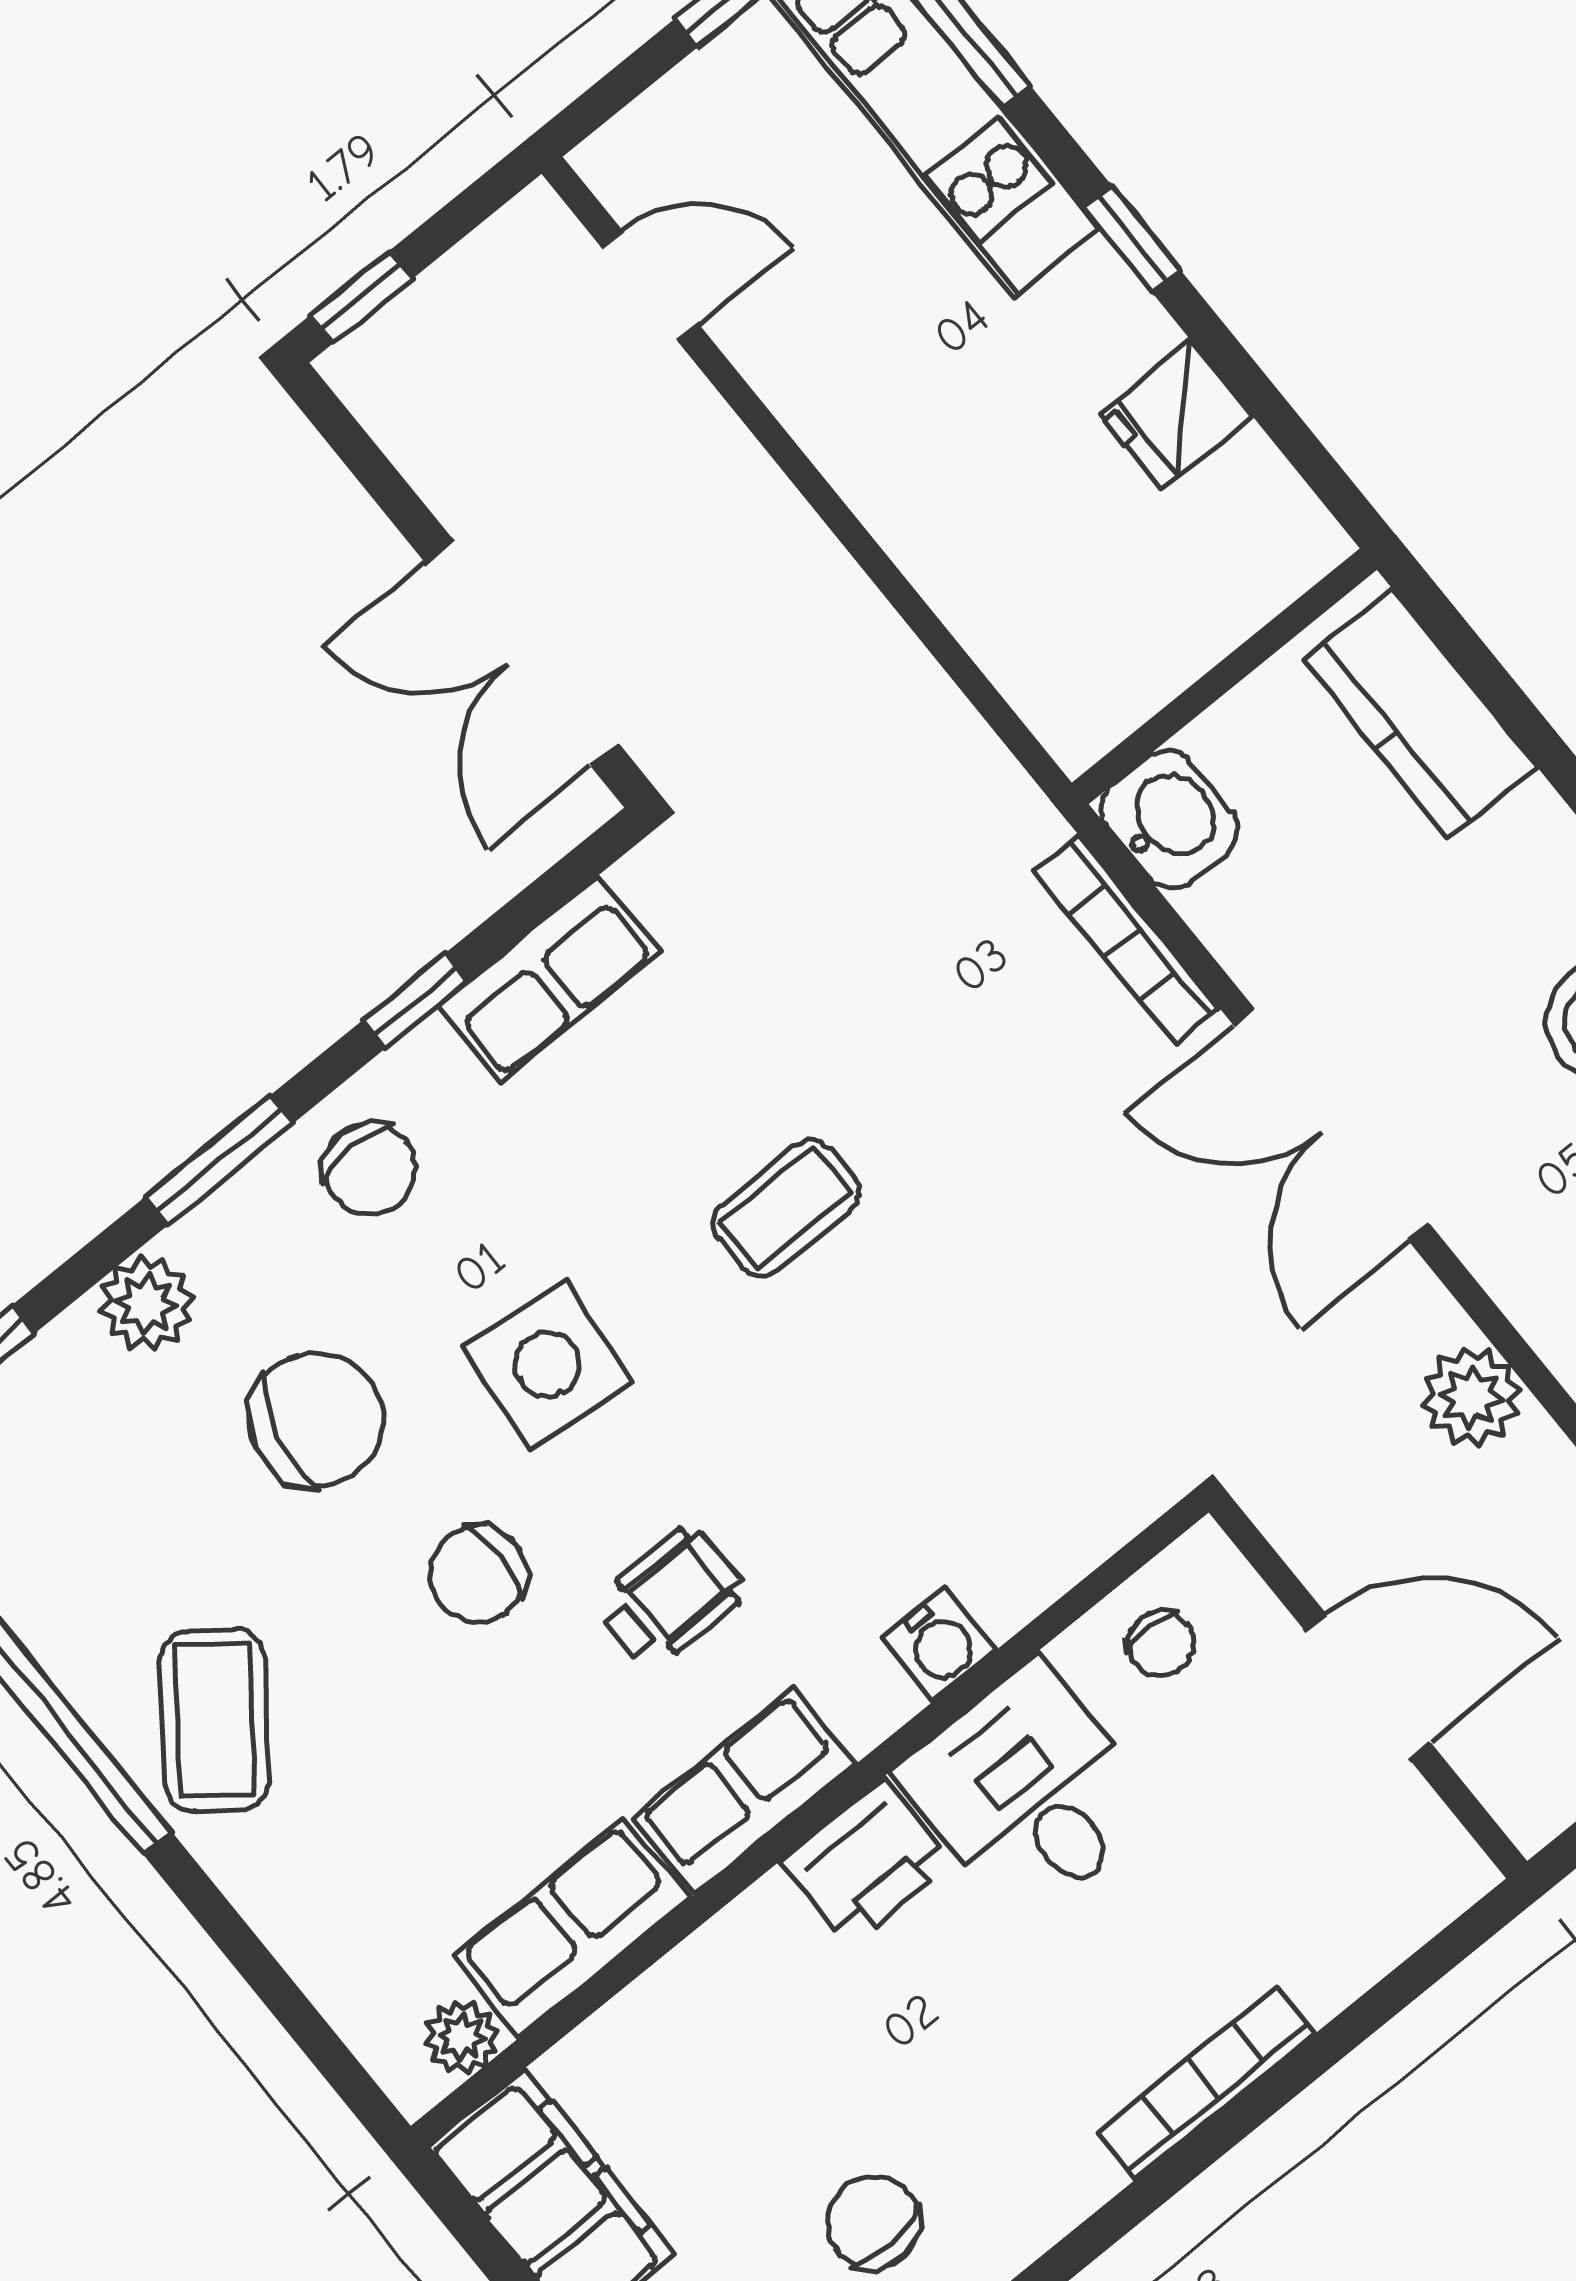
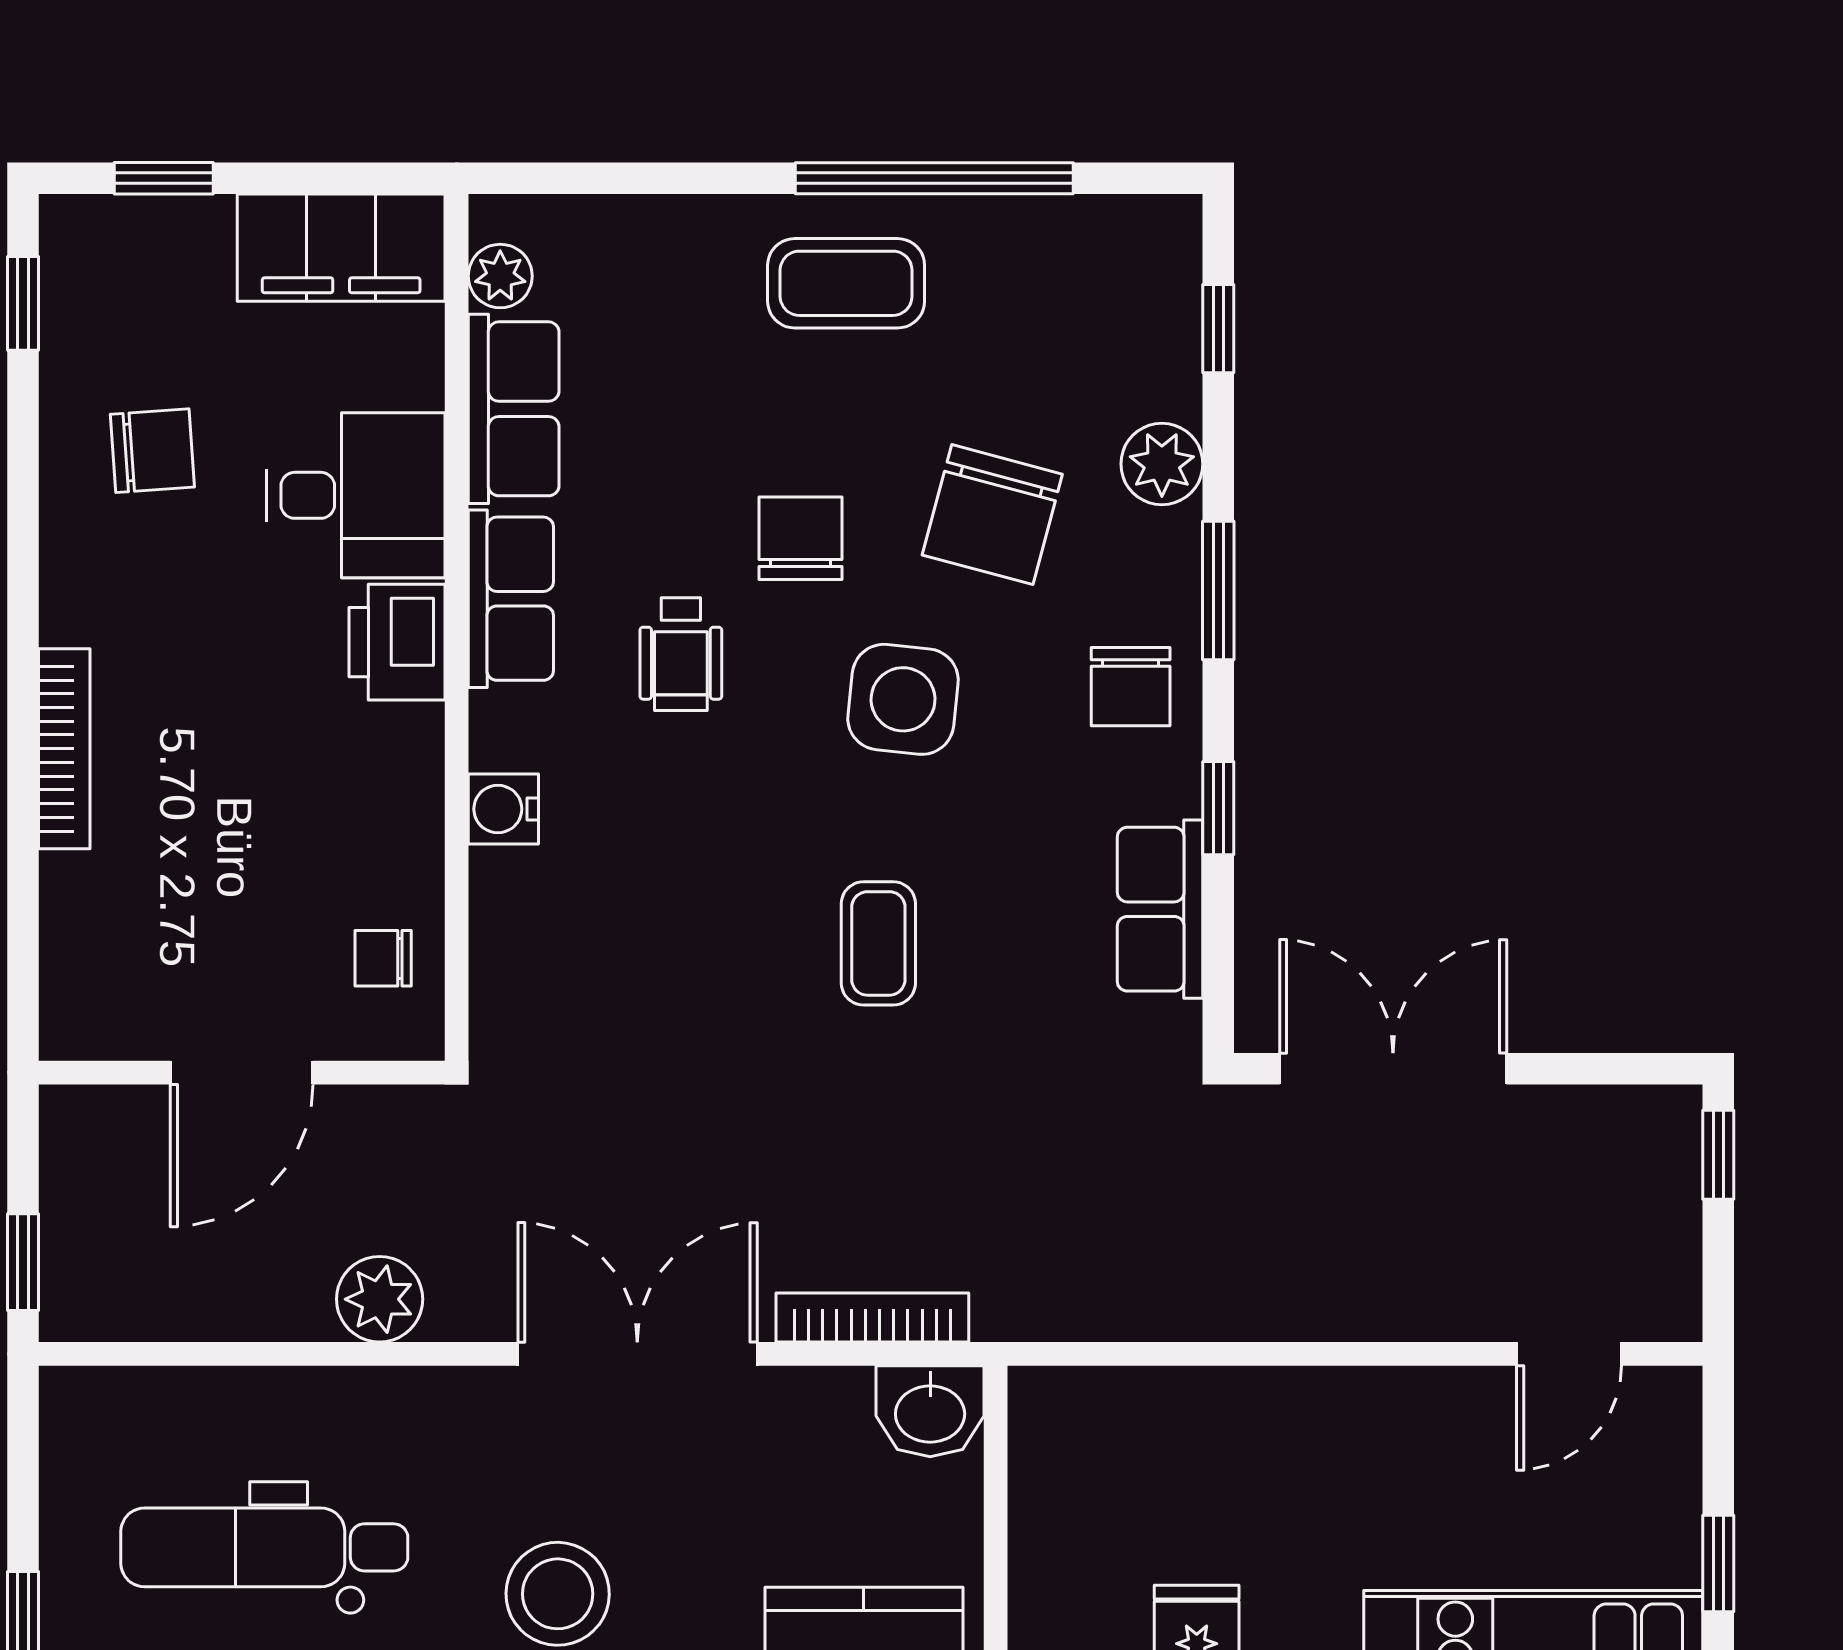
chair: (370, 1169) -> (1131, 687), turned -90
coffee table: (215, 1720) -> (846, 283), turned -37
desk: (1029, 1792) -> (356, 495), moved

